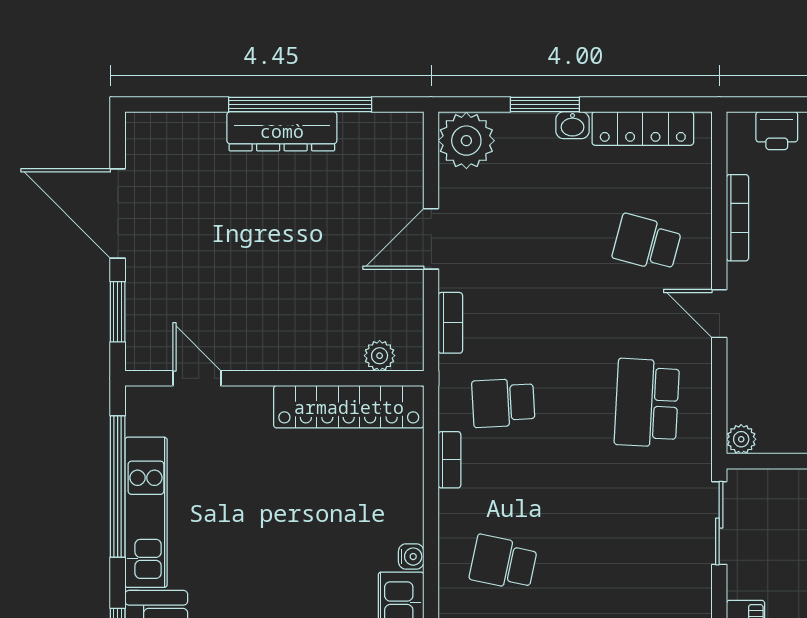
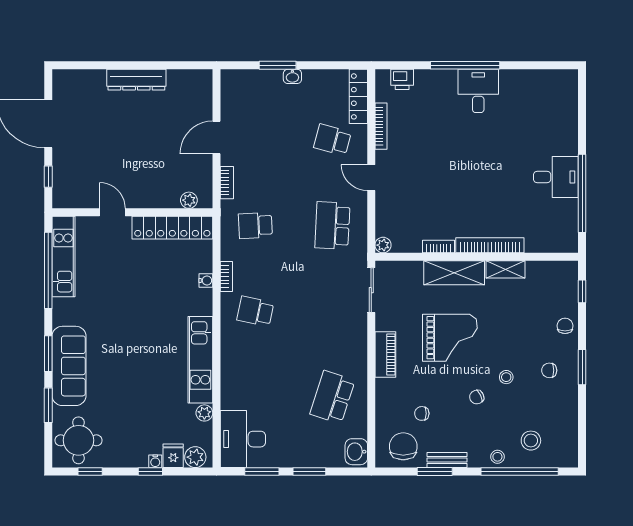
window: (300, 104) -> (146, 65), removed
locker: (643, 128) -> (358, 96), moved, turned 90
plant: (466, 141) -> (235, 85), removed
window: (118, 312) -> (48, 177), width x0.67
door: (197, 378) -> (112, 212), moved
bookcase: (450, 460) -> (226, 277), moved
kitchen unit: (146, 512) -> (63, 257), moved
water cooler: (411, 557) -> (206, 280), moved

